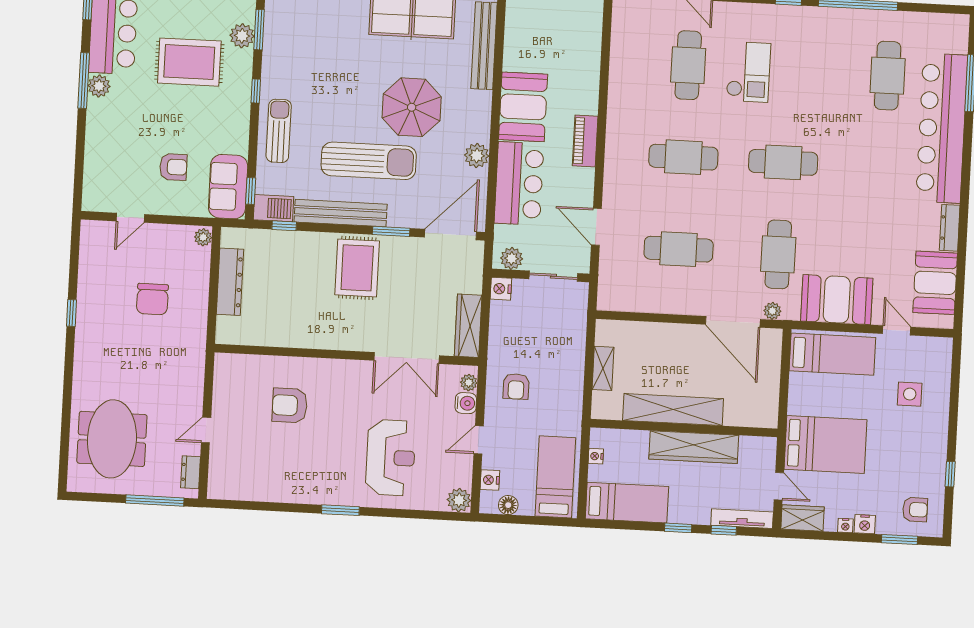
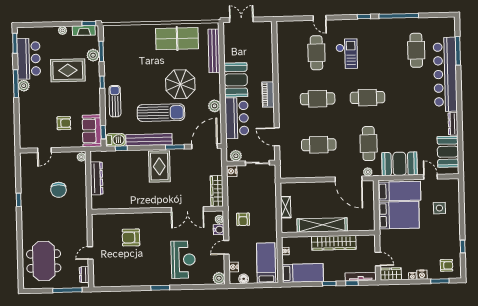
bed: (825, 444) -> (399, 215), moved

